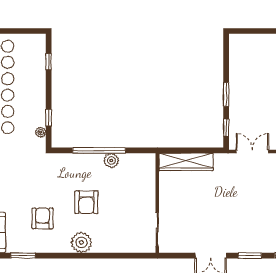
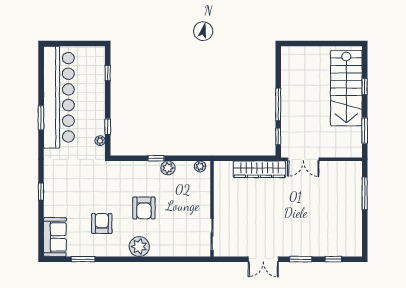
window: (226, 94) -> (278, 104), width x1.44
window: (99, 150) -> (156, 158), width x0.32
double door: (252, 152) -> (303, 159), swing flipped
plant: (145, 159) -> (200, 166), added
wardrobe: (186, 162) -> (259, 169), moved

